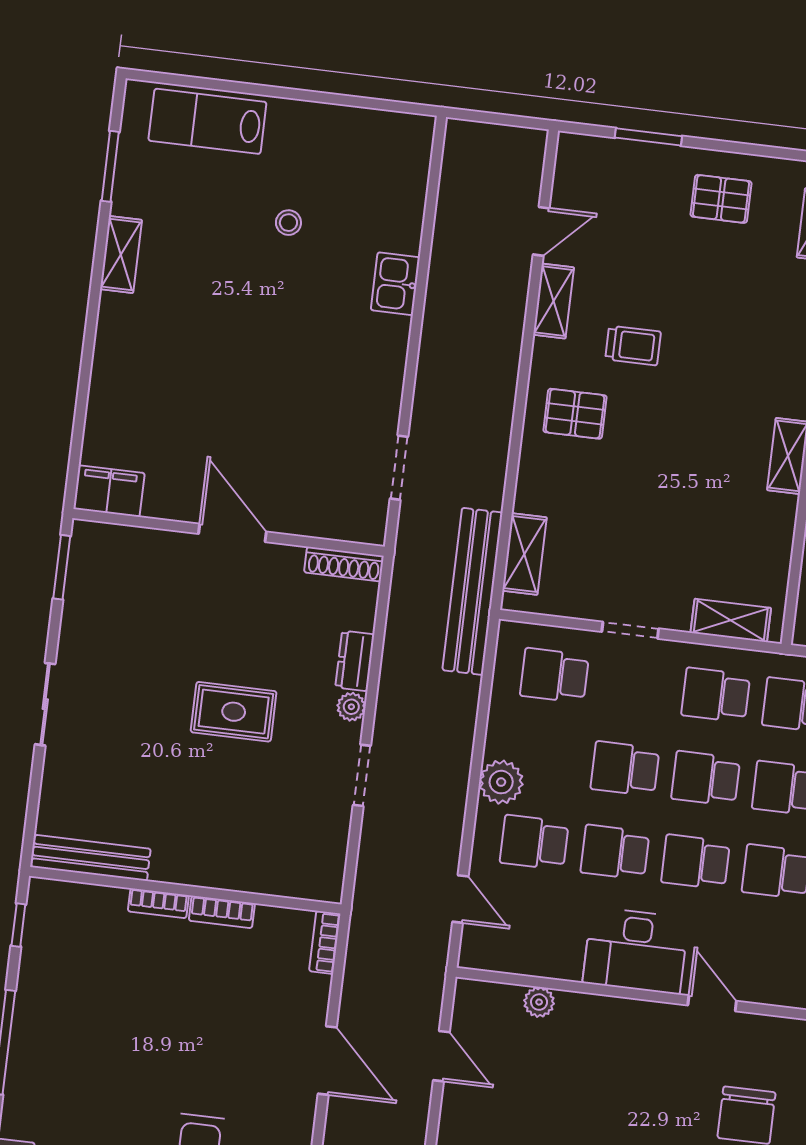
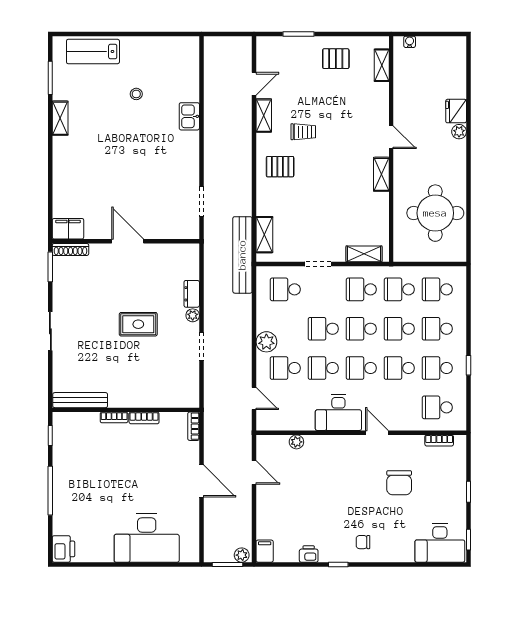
shoe rack: (344, 564) -> (70, 249), moved

